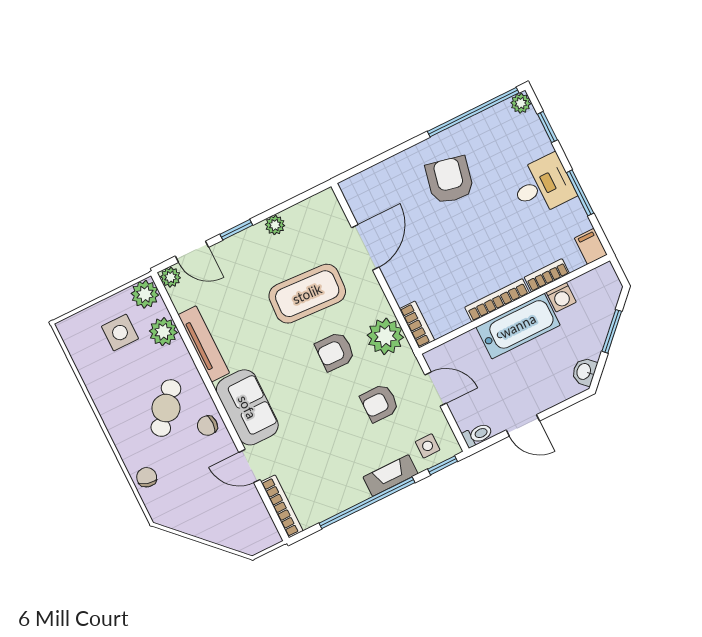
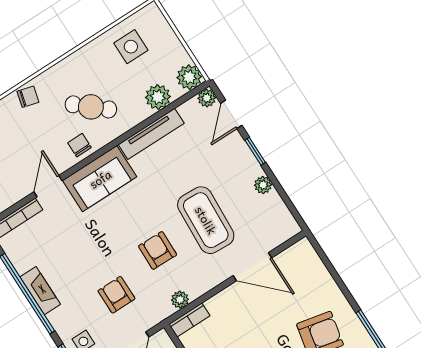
side table: (120, 333) -> (131, 47), moved
plant: (385, 336) -> (180, 300), width x0.53, depth x0.53
fireplace: (391, 475) -> (40, 291), moved

